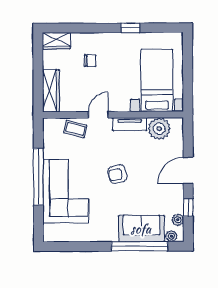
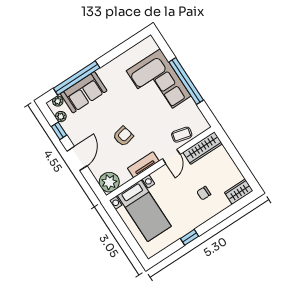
wardrobe: (51, 91) -> (203, 148), moved, turned -90
plant: (159, 129) -> (109, 182), moved
armchair: (117, 174) -> (123, 136), moved

